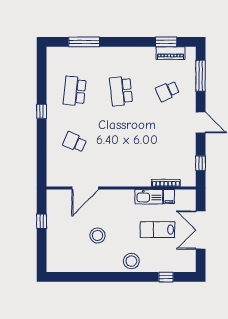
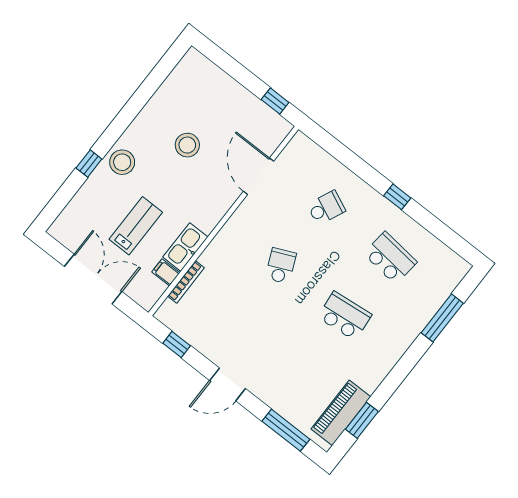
piano: (171, 53) -> (341, 413), width x1.37, depth x1.33
school desk: (167, 91) -> (281, 266), moved
window: (42, 221) -> (275, 101), moved
window: (166, 277) -> (89, 164), moved

